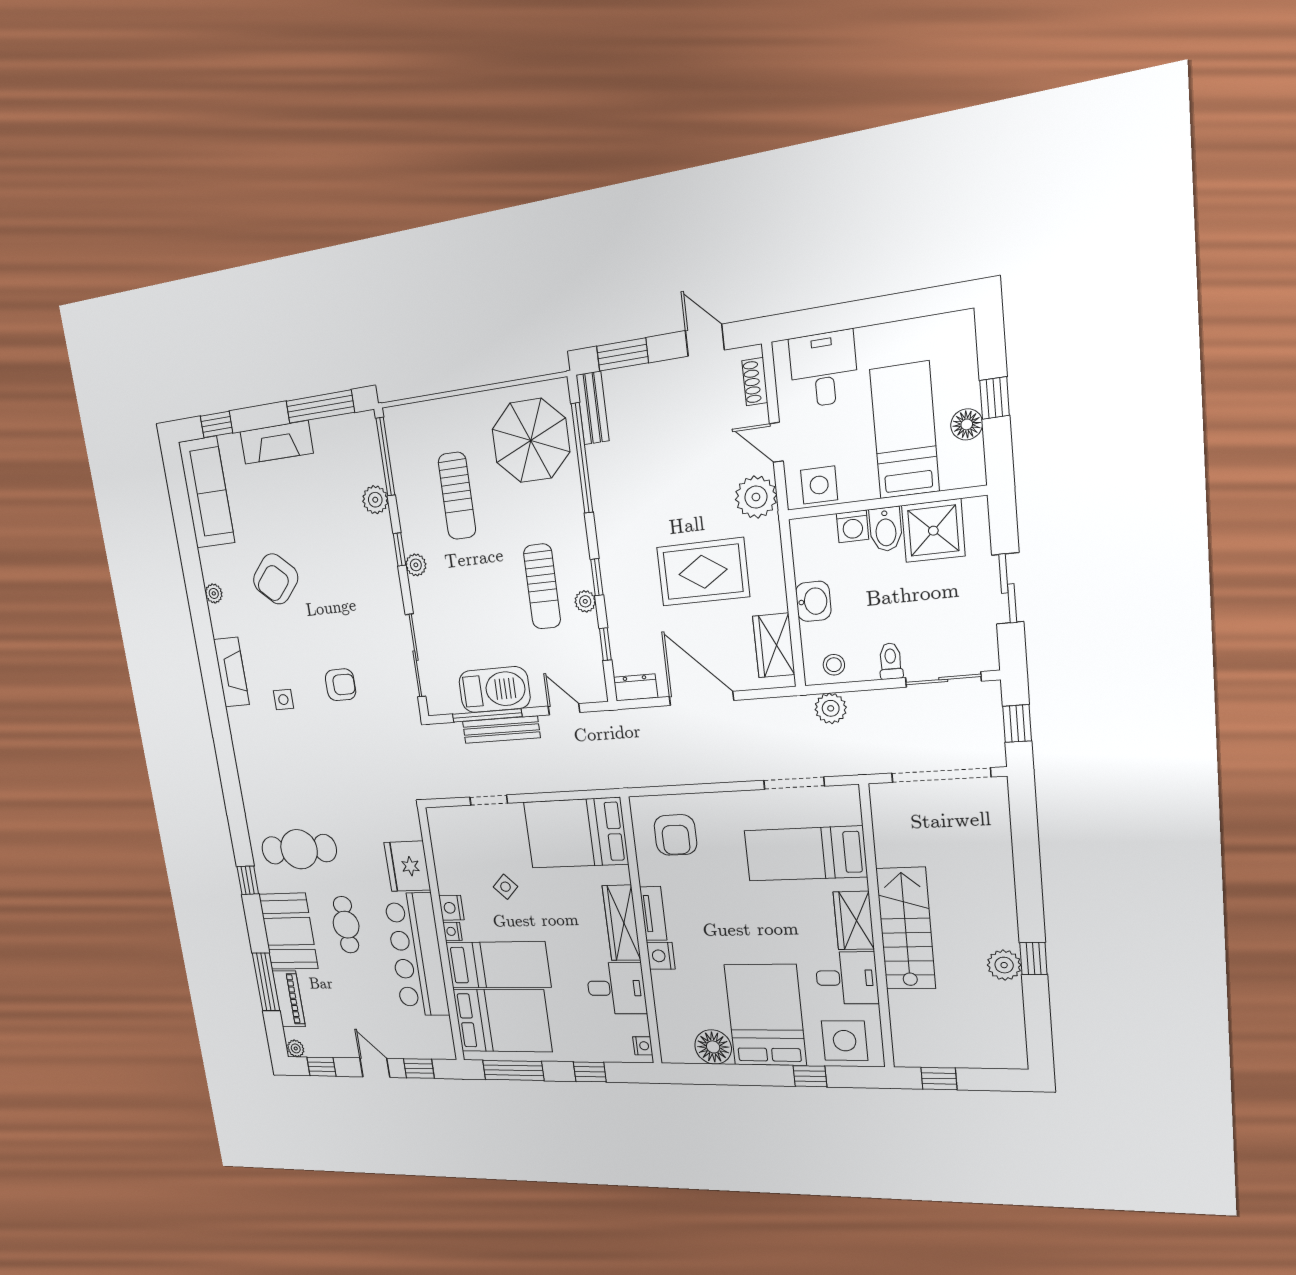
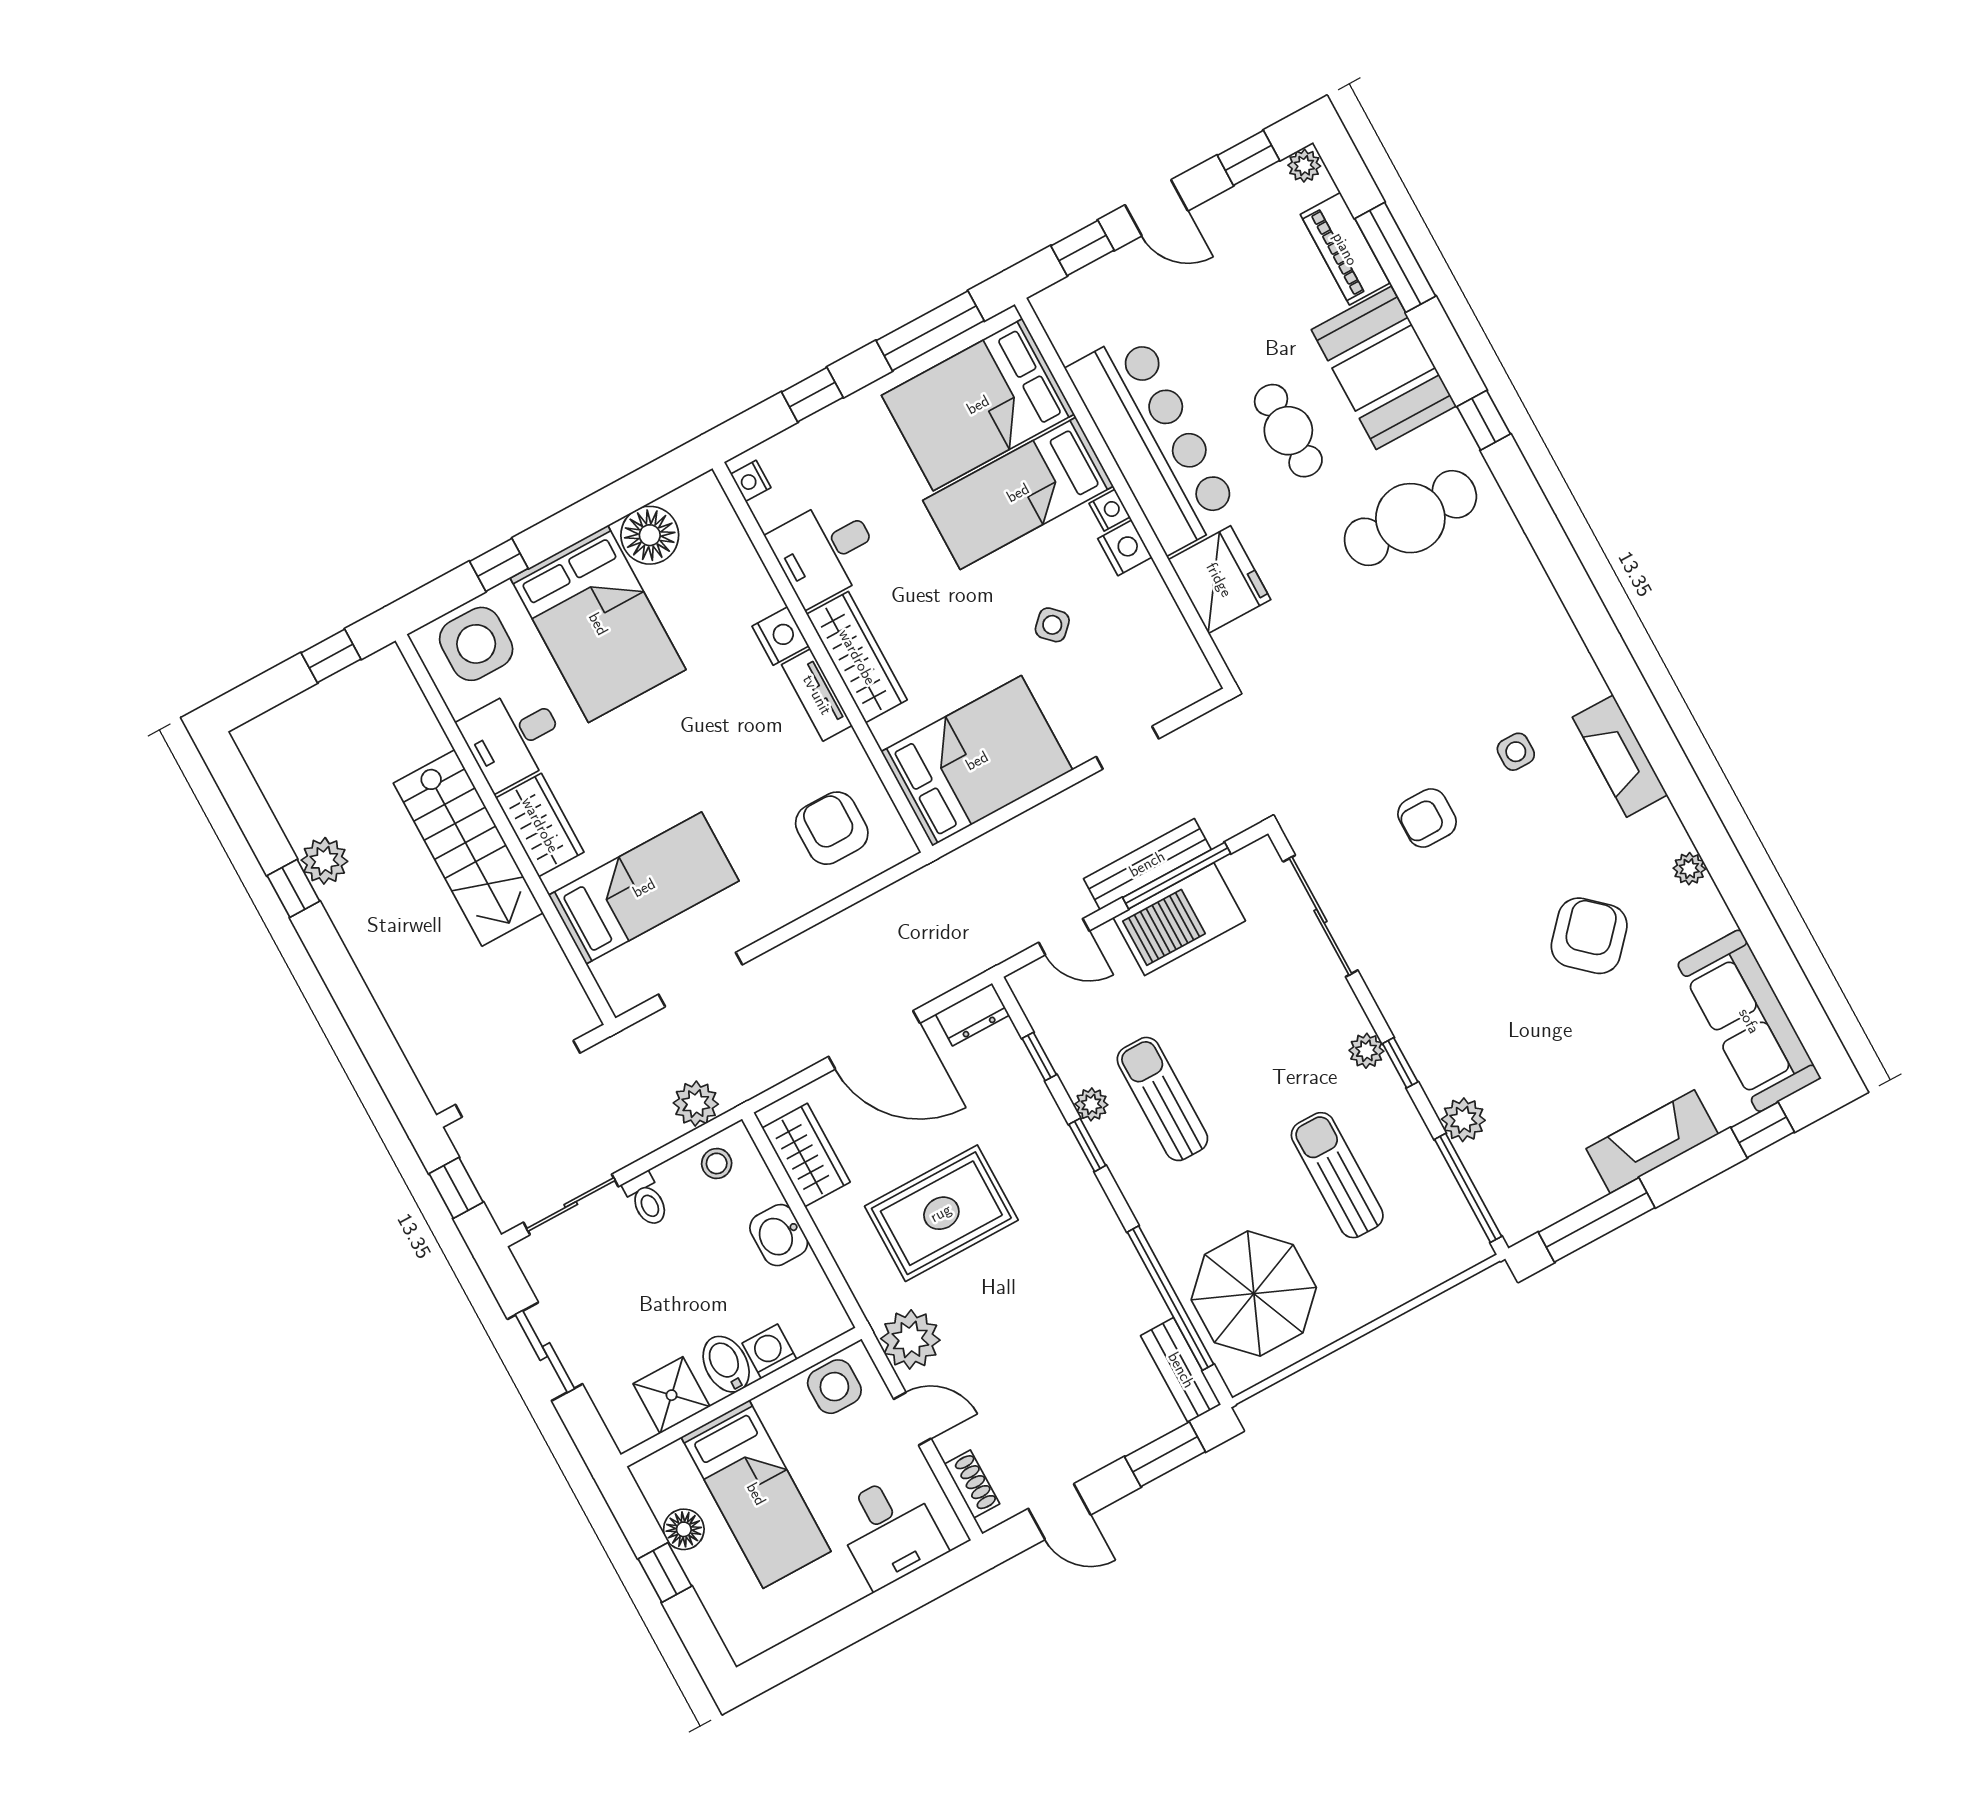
shower: (933, 531) -> (672, 1395), width x0.73, depth x0.73

